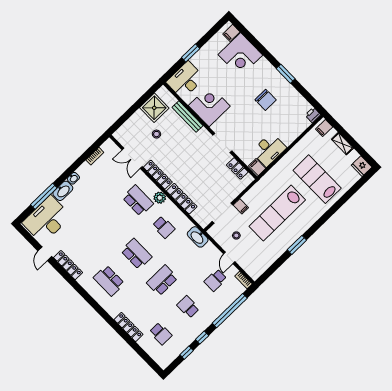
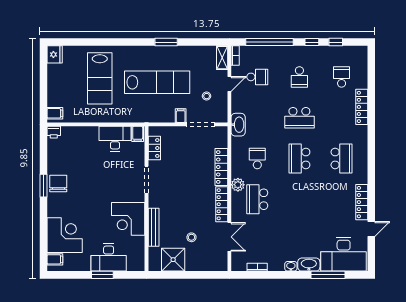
desk: (185, 80) -> (109, 257), moved
chair: (266, 100) -> (58, 183), moved
shelving: (342, 144) -> (222, 58), moved

